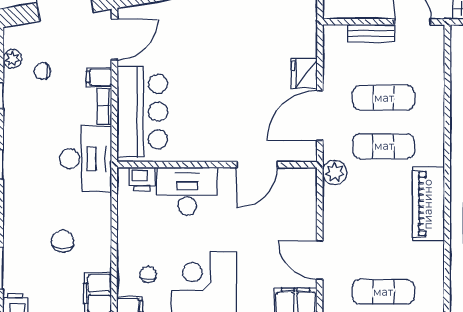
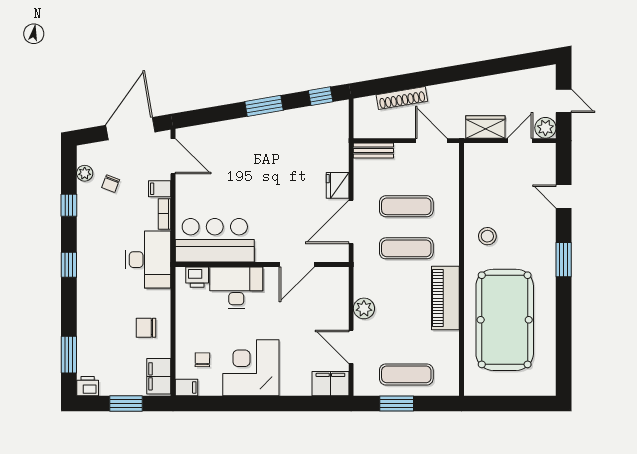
bench: (371, 33) -> (373, 151), moved
door: (114, 39) -> (173, 156), hinge flipped
chair: (42, 71) -> (111, 184), turned -69
bar counter: (142, 112) -> (215, 240), moved, turned -90
plant: (335, 173) -> (364, 308), moved
chair: (63, 241) -> (146, 328), moved, turned -90

